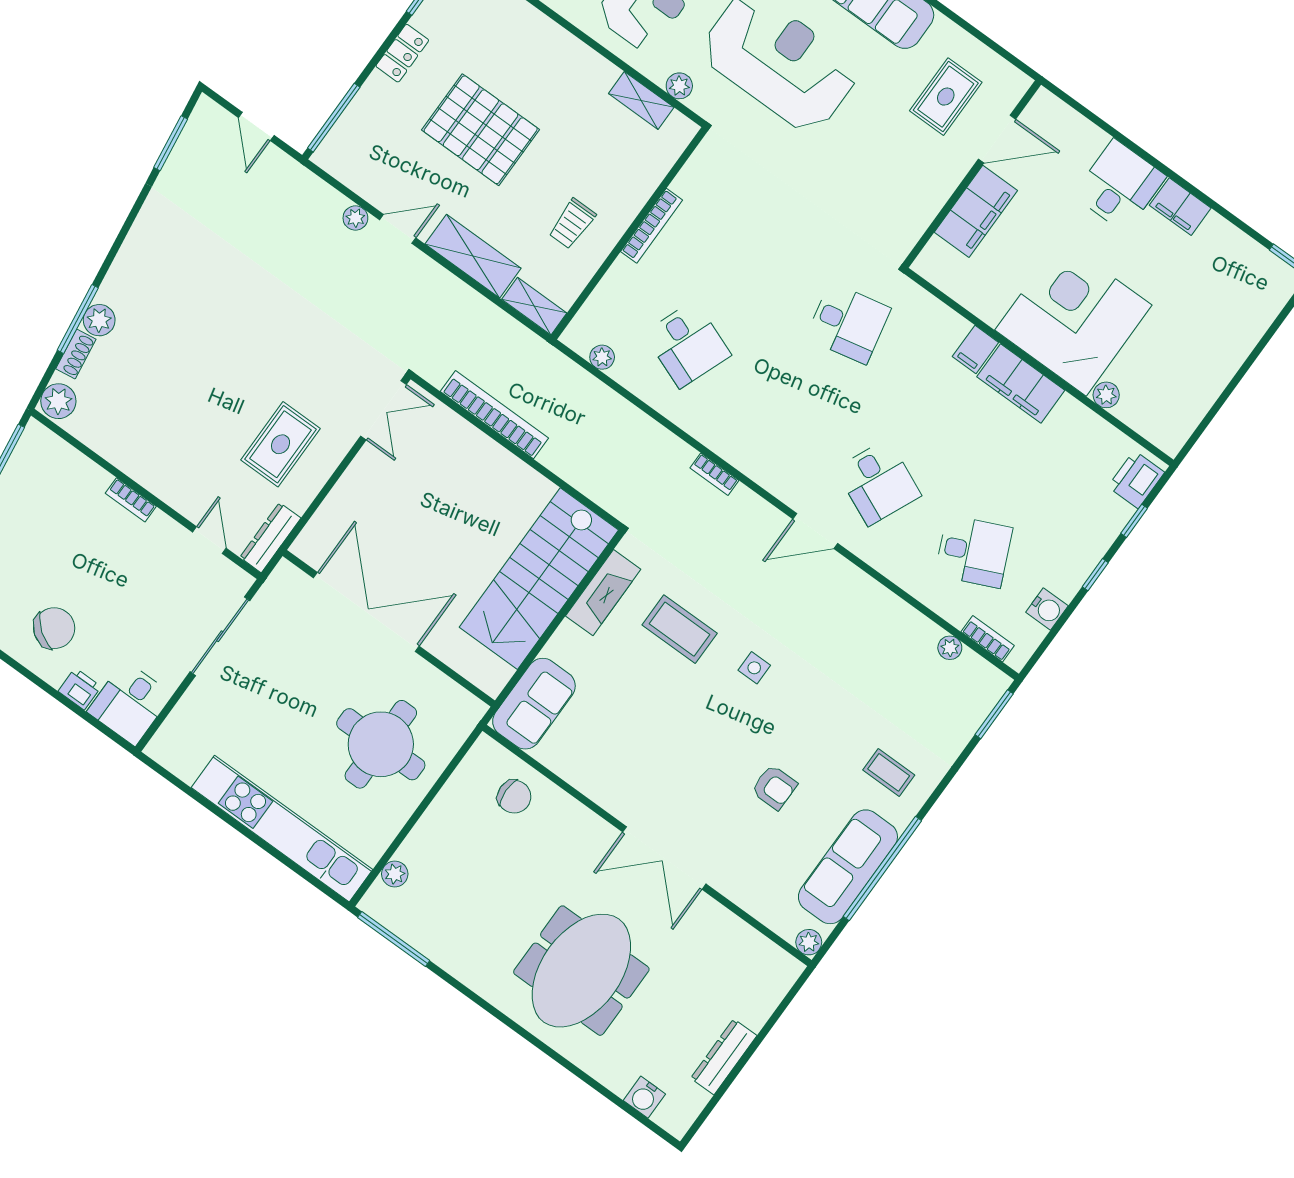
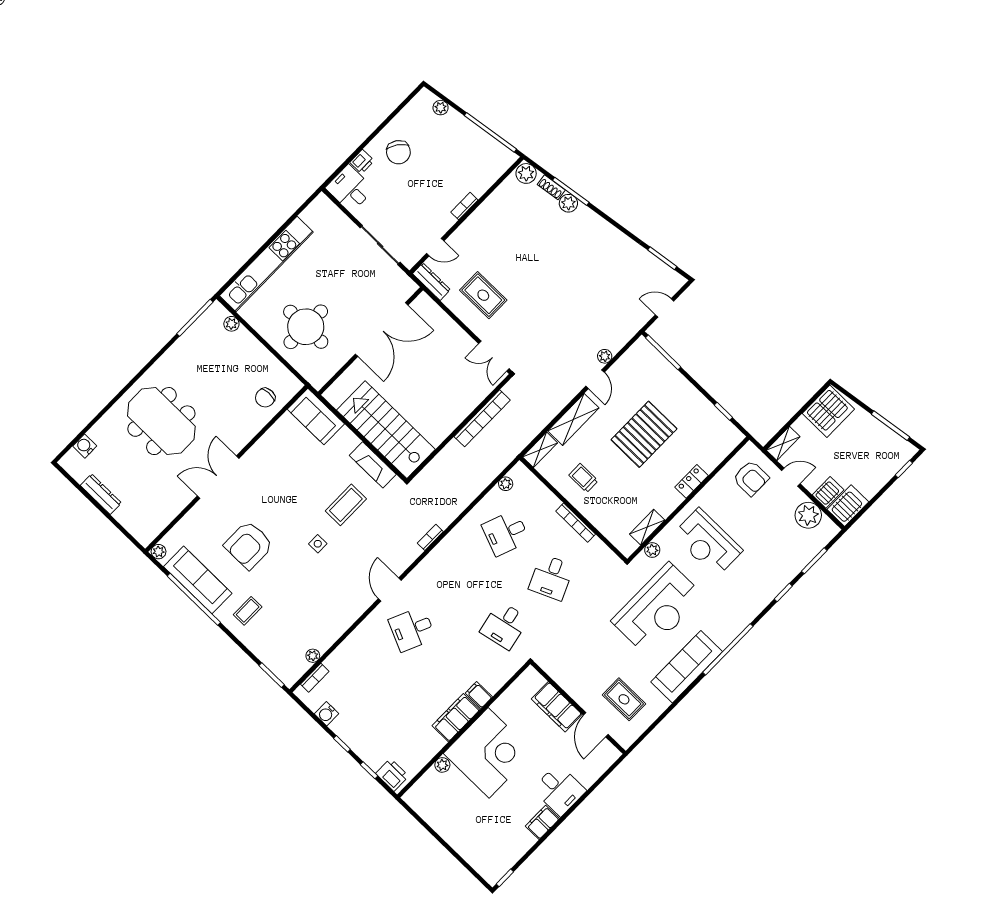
locker: (402, 53) -> (692, 481), moved, turned 90
desk: (974, 551) -> (551, 577), moved
armchair: (774, 787) -> (249, 545), width x1.88, depth x1.88

